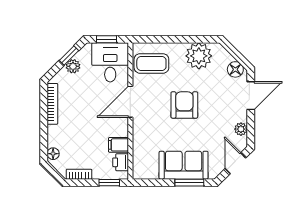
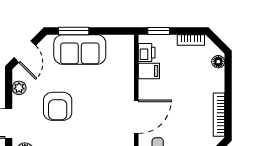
armchair: (184, 105) -> (58, 106), moved

